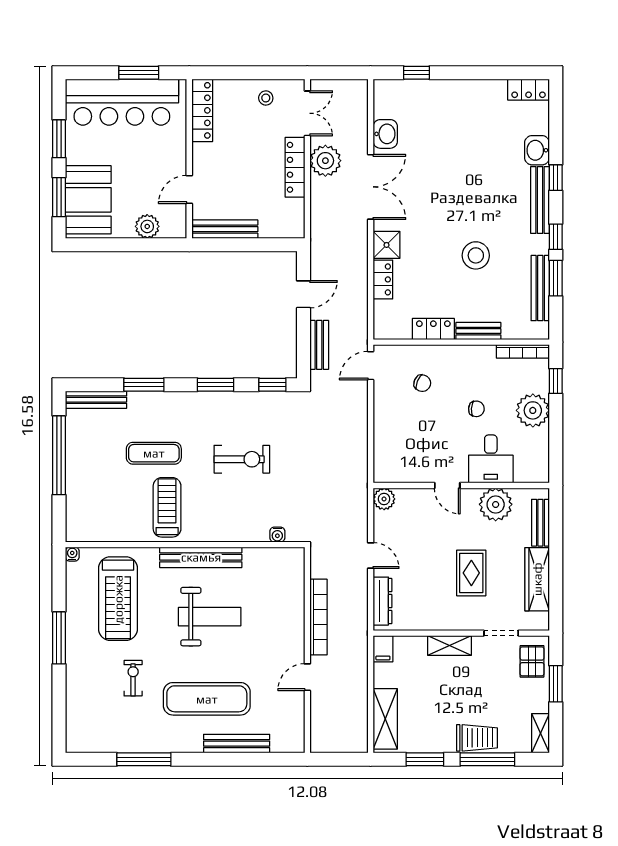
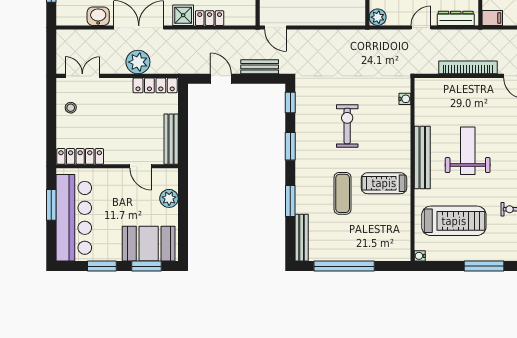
plant: (325, 161) -> (138, 62), moved
locker: (295, 167) -> (155, 85), moved

